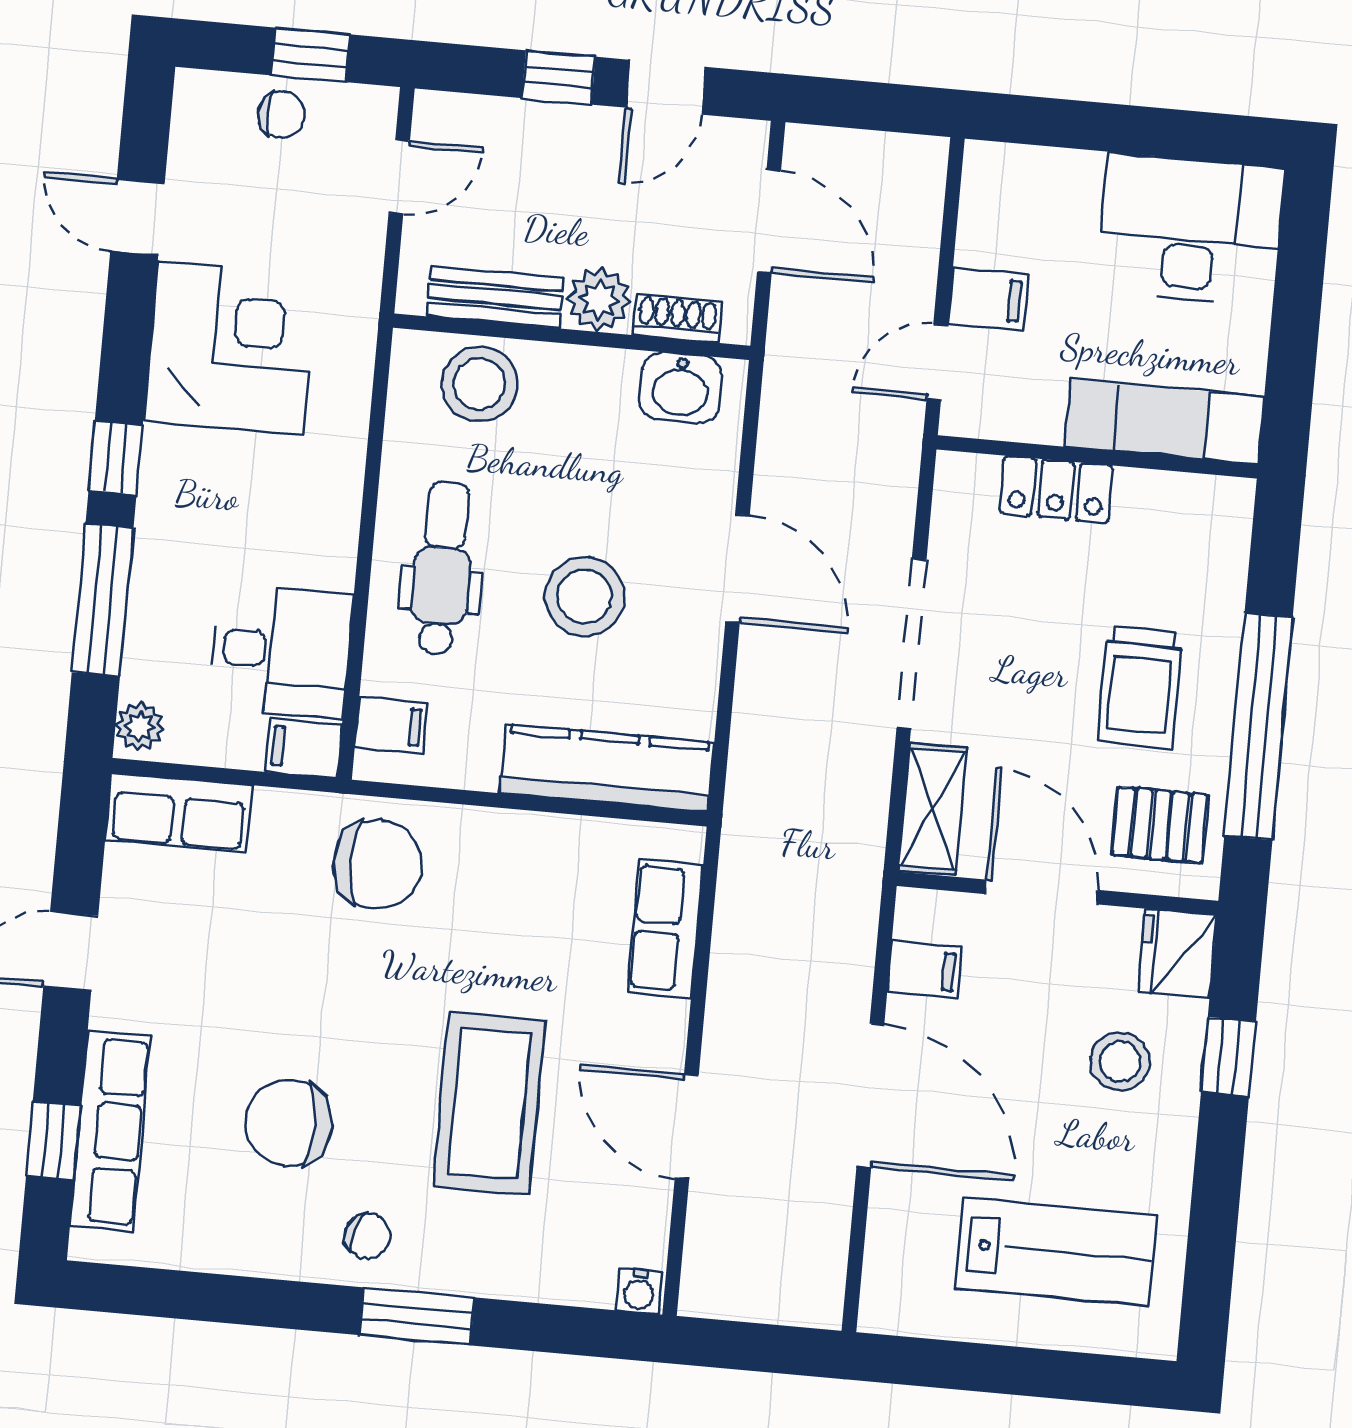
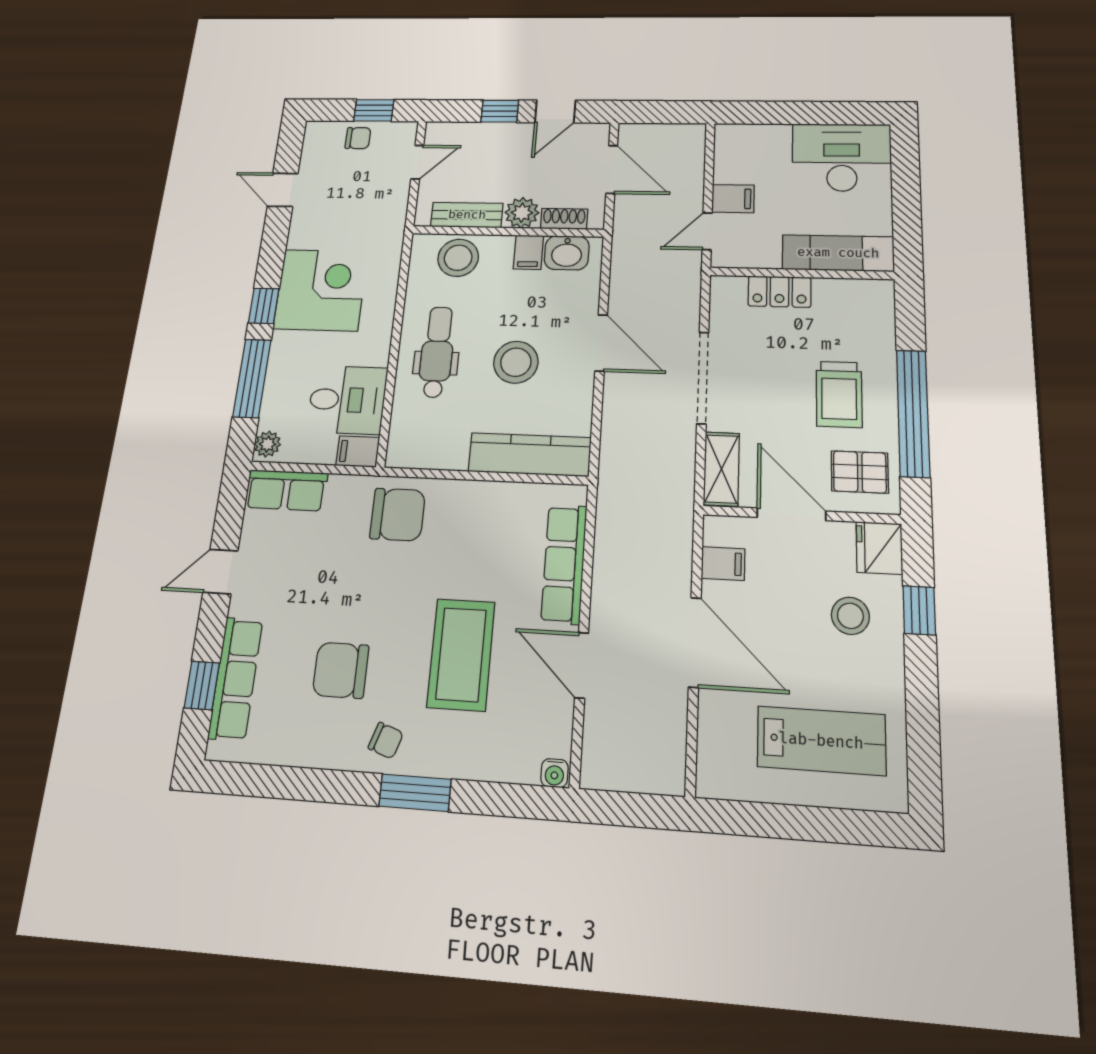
corner desk: (230, 348) -> (321, 290), moved
filing cabinet: (391, 725) -> (528, 252), moved, turned 90
row of seats: (665, 928) -> (564, 564), width x1.48

